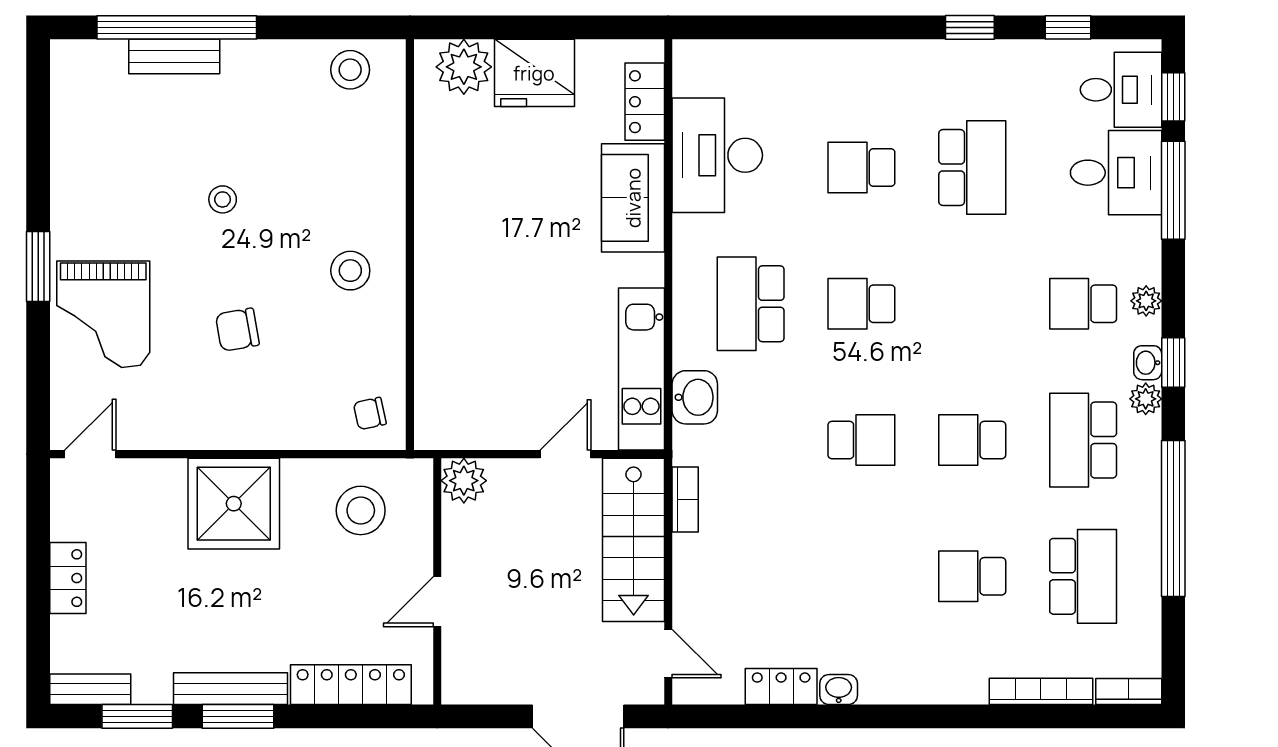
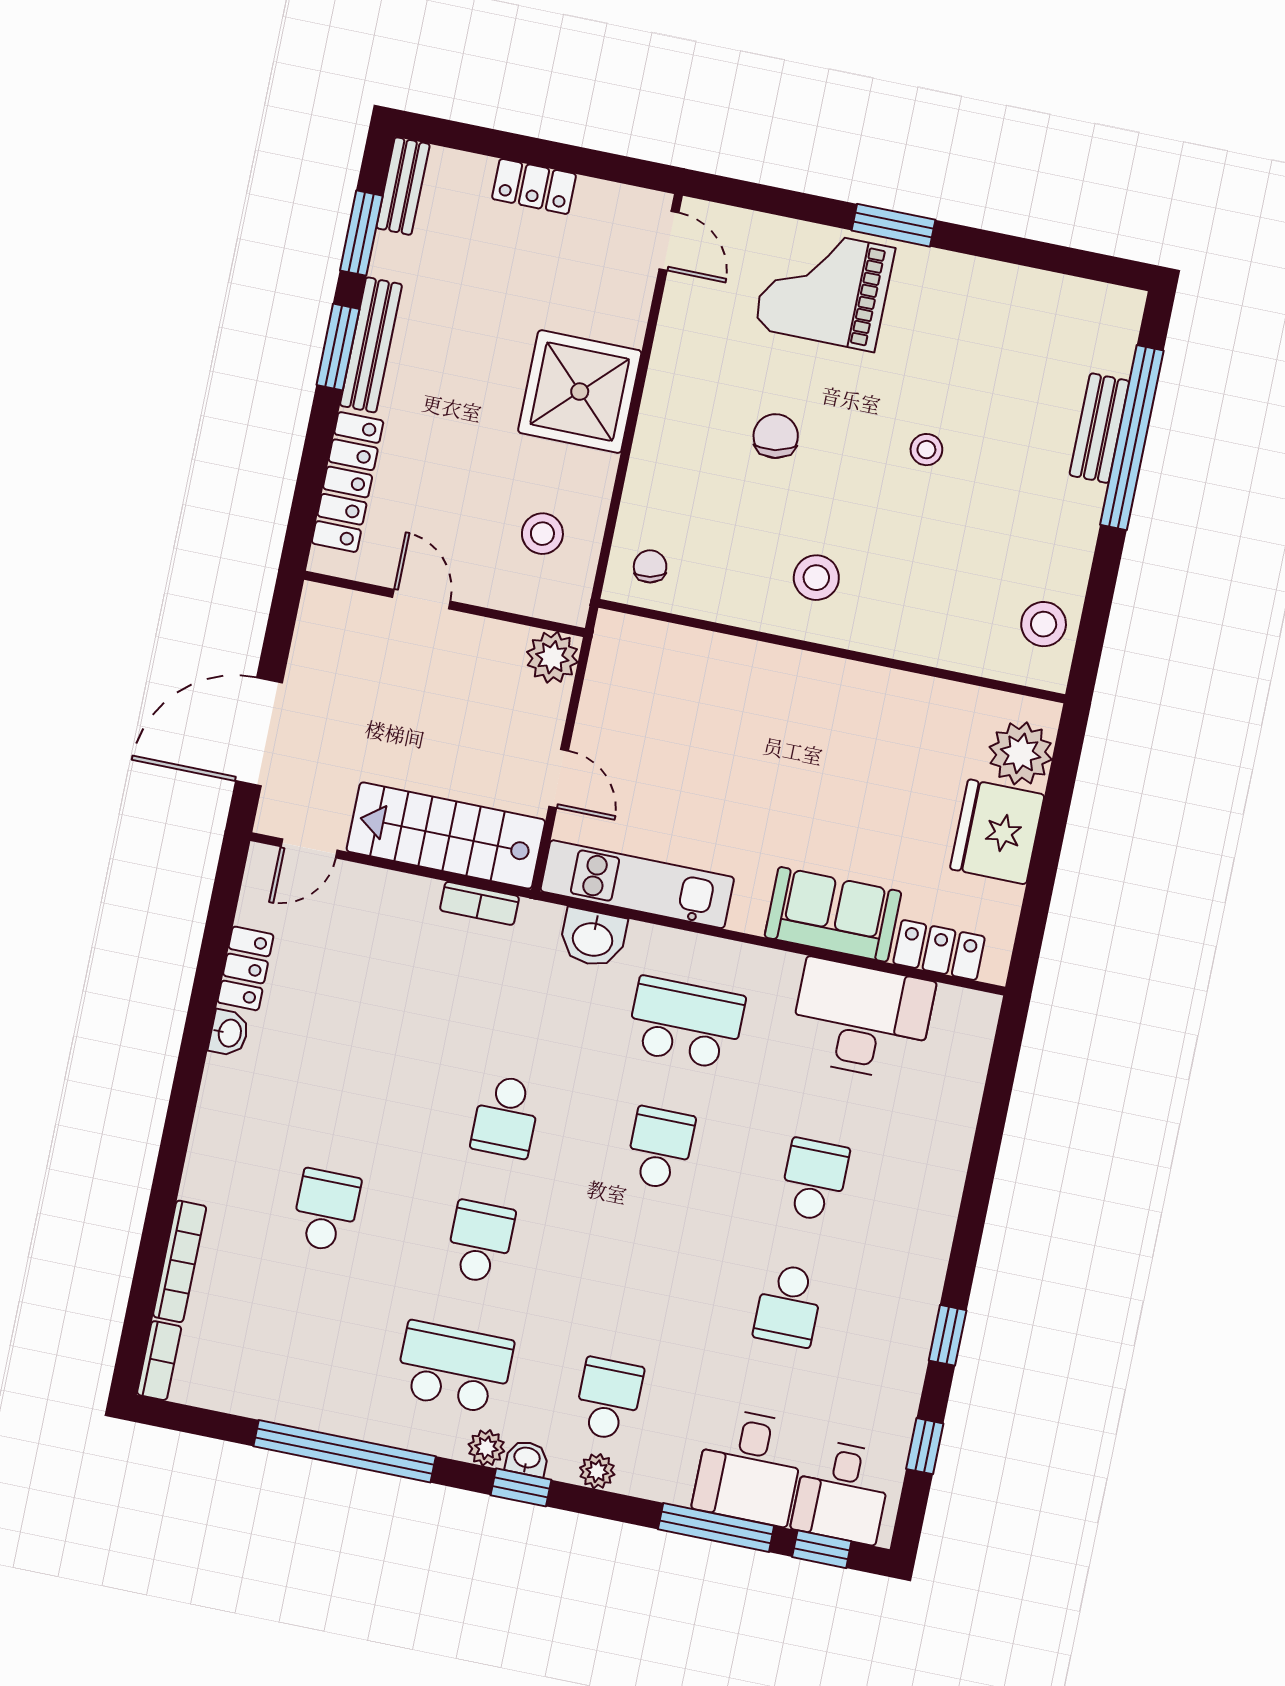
school desk: (972, 167) -> (788, 1305), width x0.54
stool: (361, 510) -> (542, 534), width x0.73, depth x0.73
school desk: (1083, 576) -> (300, 1336), removed

